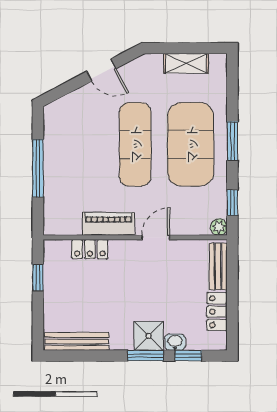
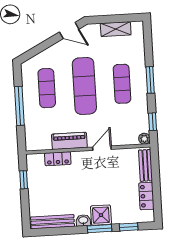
door: (101, 70) -> (69, 31), moved
exercise mat: (80, 144) -> (47, 88), added
exercise mat: (191, 144) -> (122, 84), width x0.50, depth x0.69
washbasin: (175, 342) -> (83, 220), moved

